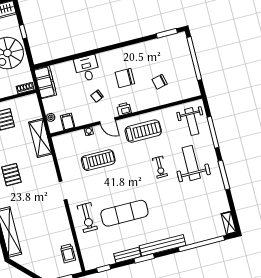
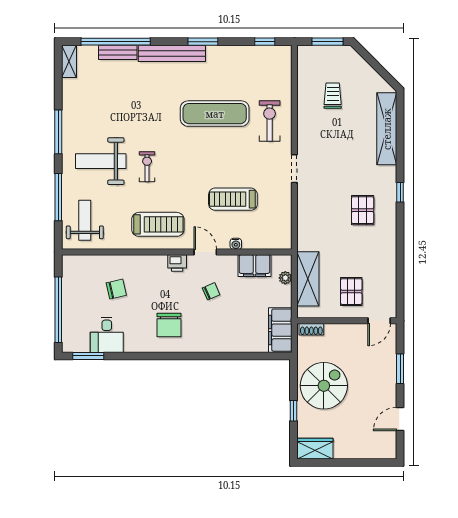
desk: (87, 68) -> (107, 335), moved
chair: (125, 78) -> (169, 325), moved, turned 90
filing cabinet: (68, 122) -> (254, 266), width x2.00
treadmill: (143, 131) -> (158, 224), turned 180
shelving: (40, 138) -> (308, 279), moved
weight bench: (191, 163) -> (101, 161), turned 90
trolley: (68, 253) -> (333, 96), moved
bench: (127, 255) -> (118, 52), moved

